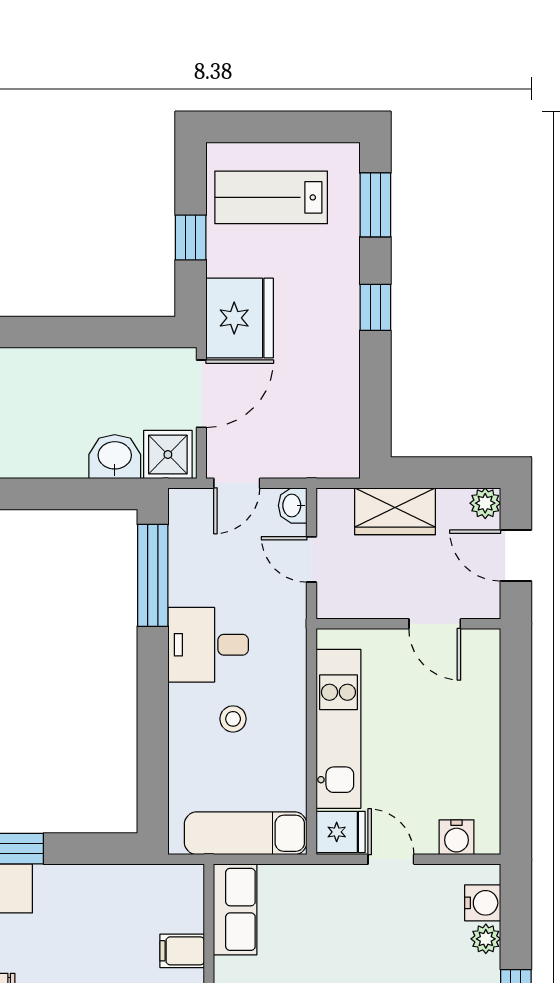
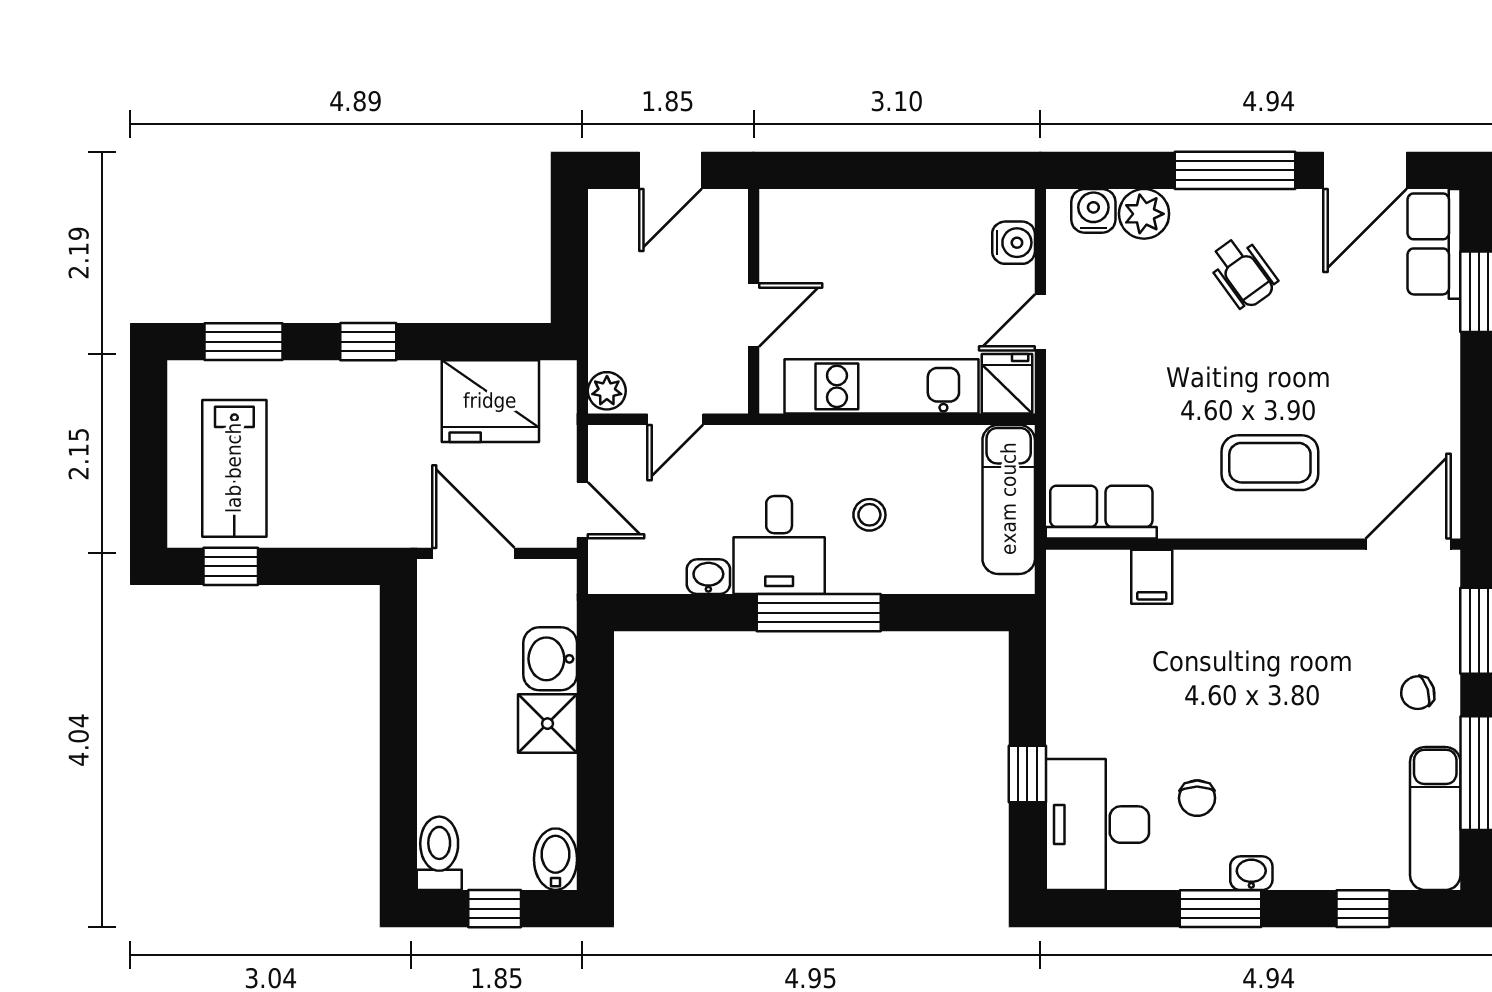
window: (191, 237) -> (231, 566), moved
fridge: (240, 318) -> (490, 401), moved, turned 180
shower: (168, 455) -> (547, 724), moved
plant: (485, 503) -> (607, 391), moved
washbasin: (293, 505) -> (708, 577), moved, turned 180
wardrobe: (395, 511) -> (617, 318), removed
window: (153, 575) -> (819, 613), moved
door: (435, 624) -> (754, 315), moved
plant: (486, 939) -> (1144, 214), width x1.38, depth x1.38

